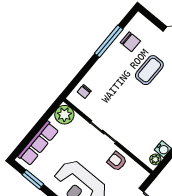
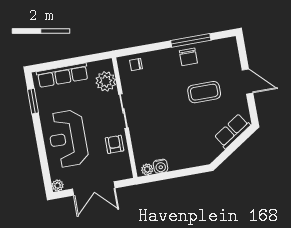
chair: (130, 42) -> (188, 57), moved
plant: (64, 115) -> (106, 81), moved

